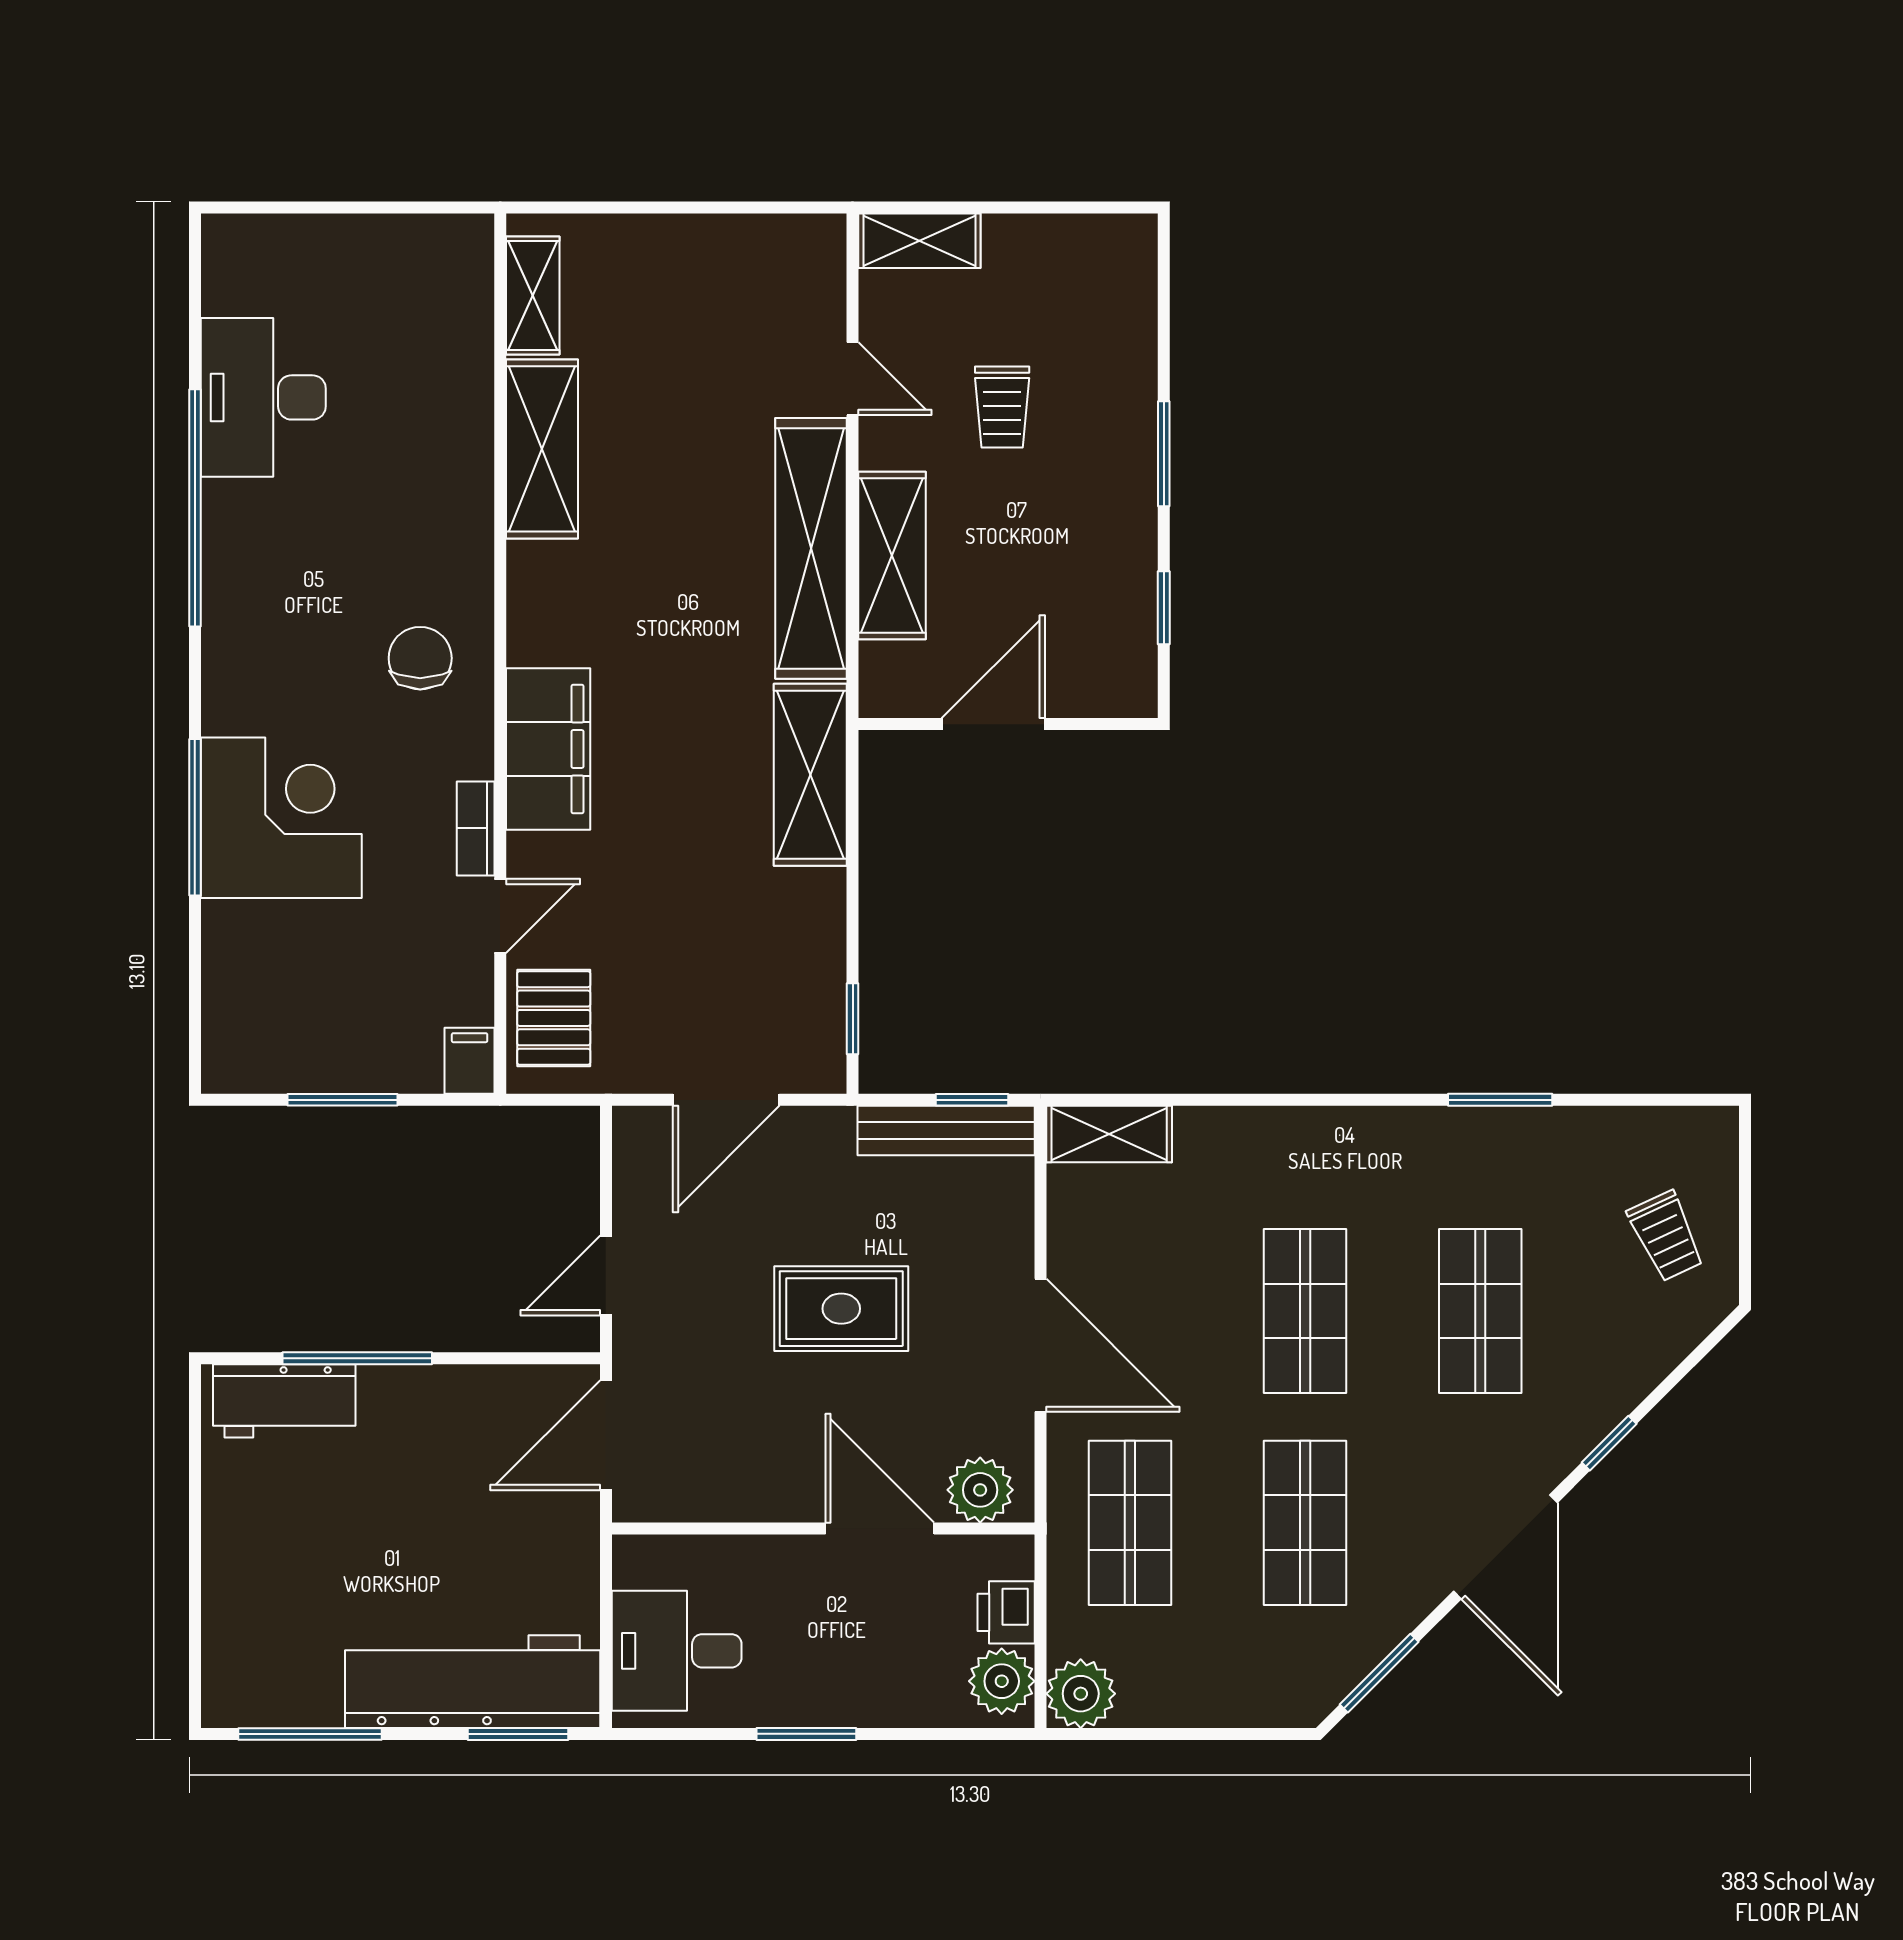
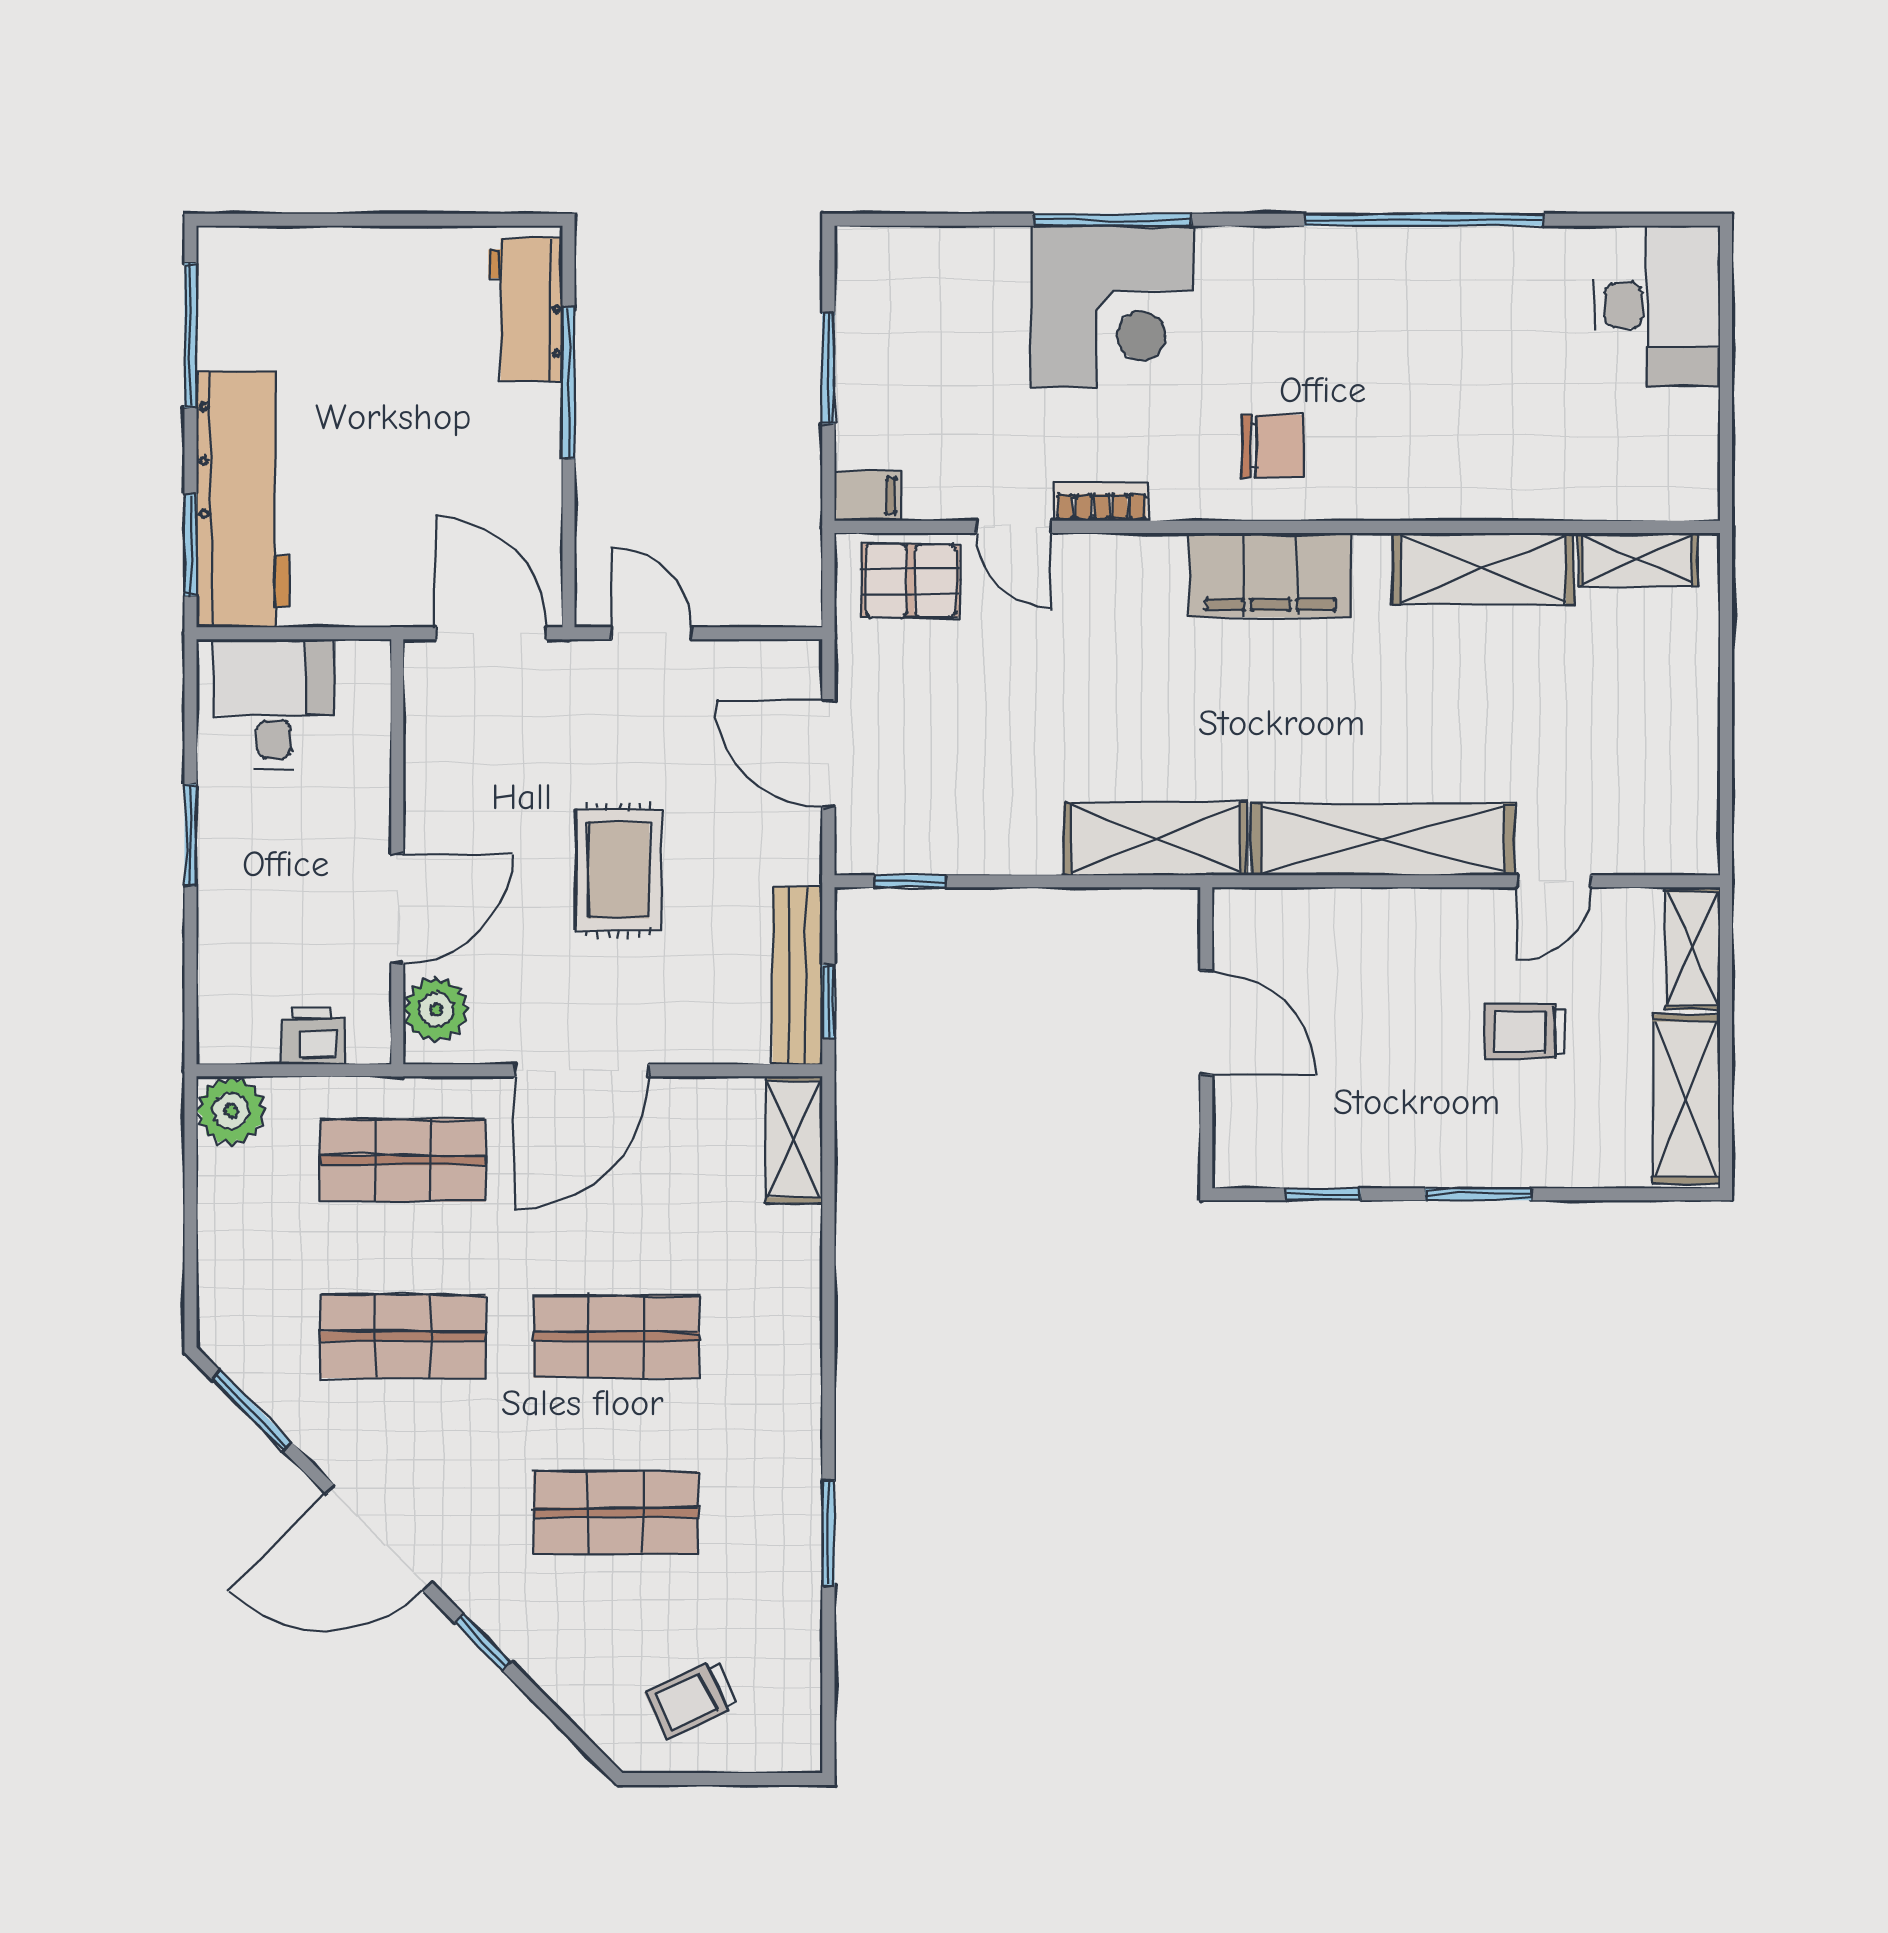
desk: (263, 397) -> (1657, 306), moved, turned 90
shelving: (892, 555) -> (1686, 1099), moved, turned 90
filing cabinet: (548, 749) -> (1271, 575), moved
plant: (1002, 1681) -> (244, 1031), removed

